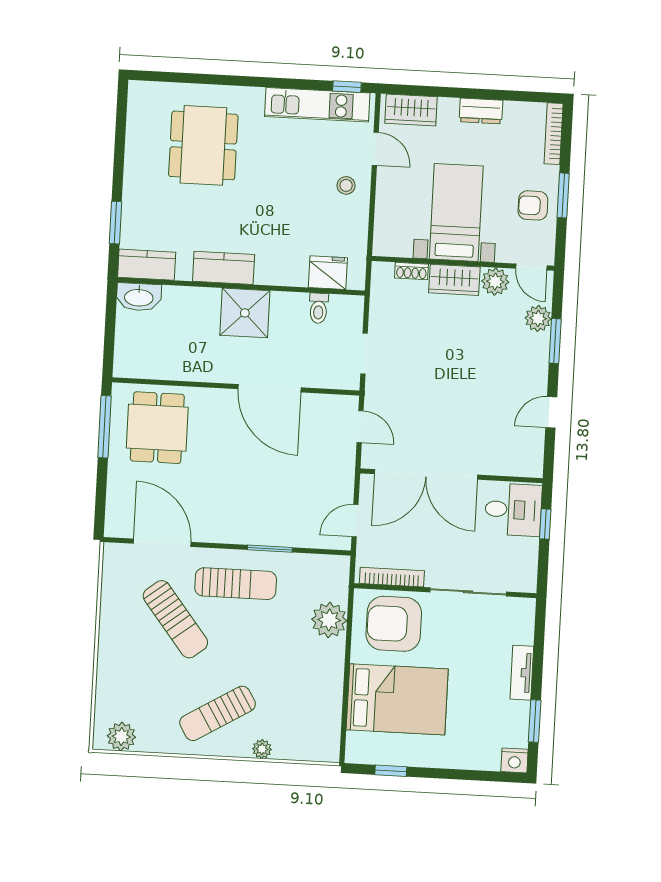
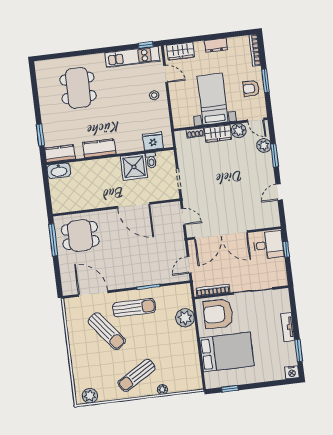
shower: (245, 313) -> (134, 167), moved
dining table: (157, 428) -> (80, 235), turned 90

